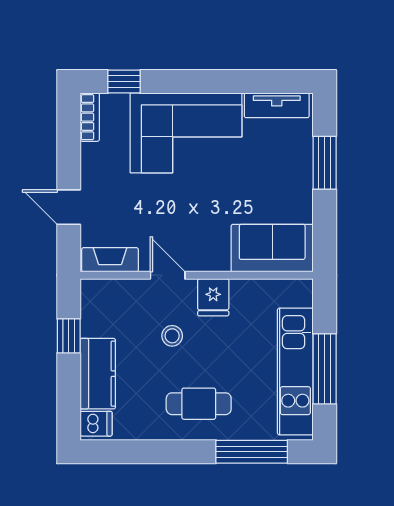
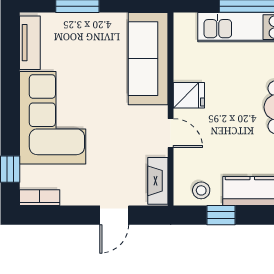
sofa: (272, 248) -> (148, 59), width x1.36
door: (168, 275) -> (171, 133), swing flipped
stool: (172, 336) -> (201, 190), moved

